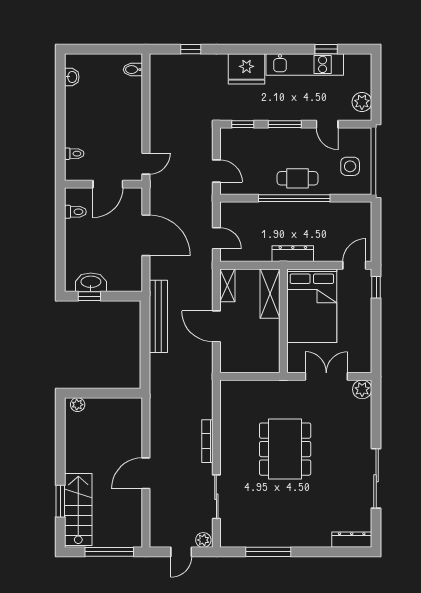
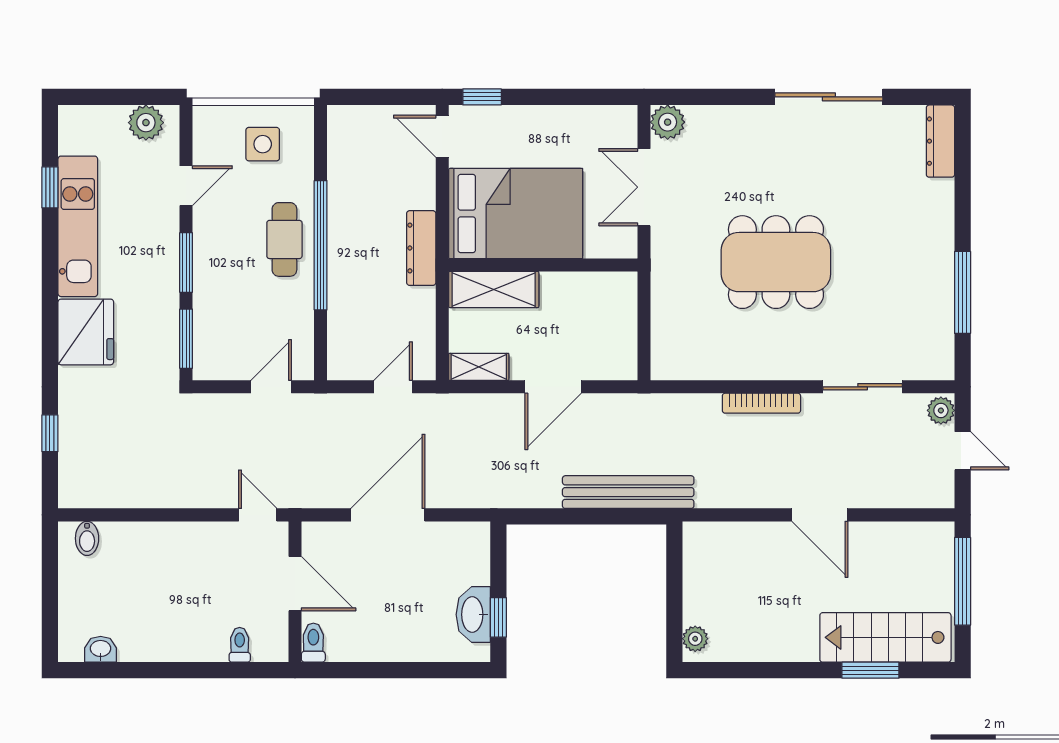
window: (243, 124) -> (186, 339), width x1.50
toilet: (75, 212) -> (313, 643), moved
bench: (158, 316) -> (628, 492), moved

